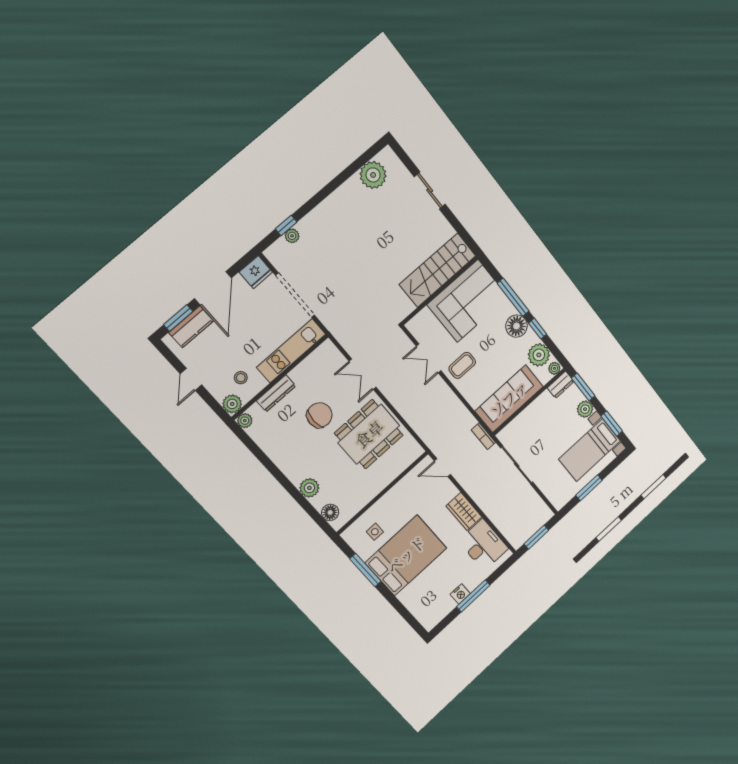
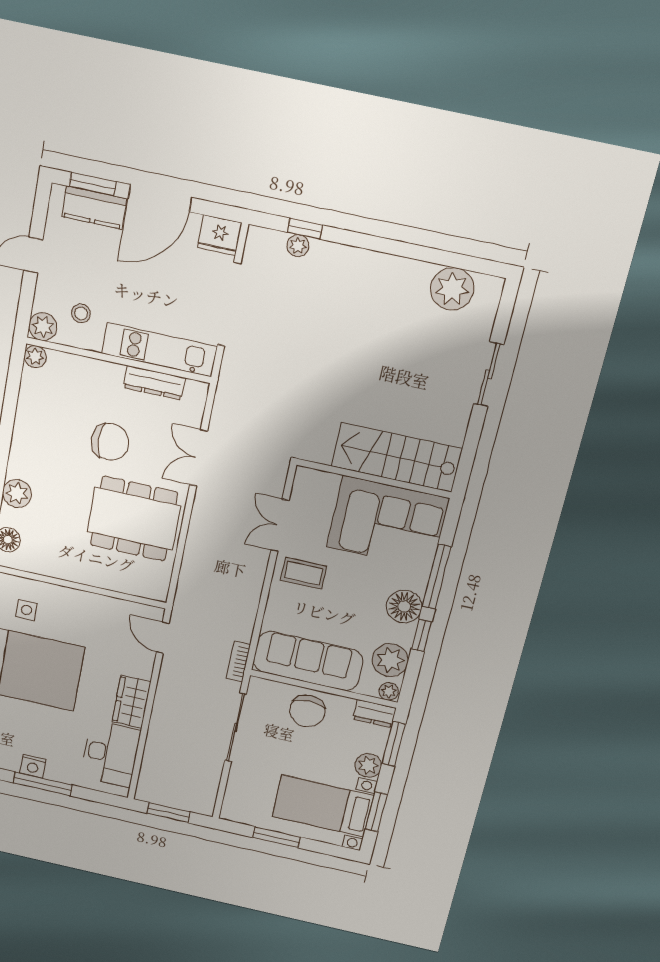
dresser: (276, 393) -> (154, 383), moved
chair: (535, 419) -> (307, 711), added

